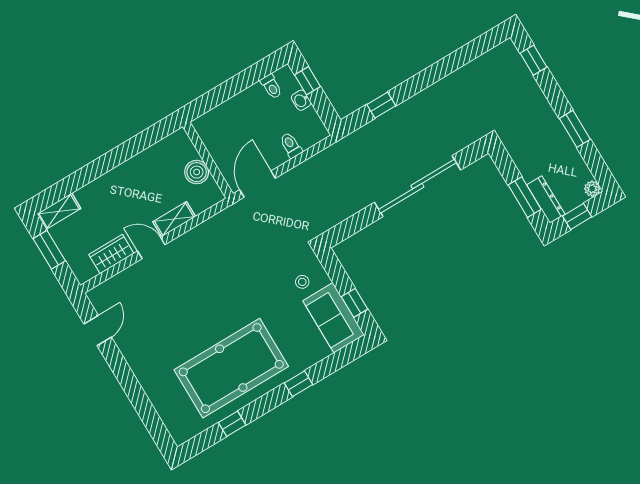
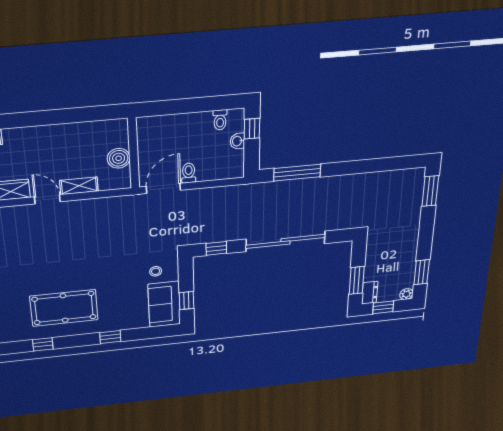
window: (534, 60) -> (430, 191), width x1.50
window: (381, 105) -> (297, 173), width x2.17
window: (575, 129) -> (422, 272), moved
toilet: (291, 145) -> (189, 173), moved
dresser: (546, 200) -> (370, 293), width x0.70
window: (350, 227) -> (216, 248), added
pool table: (231, 368) -> (64, 308), width x0.73, depth x0.76

